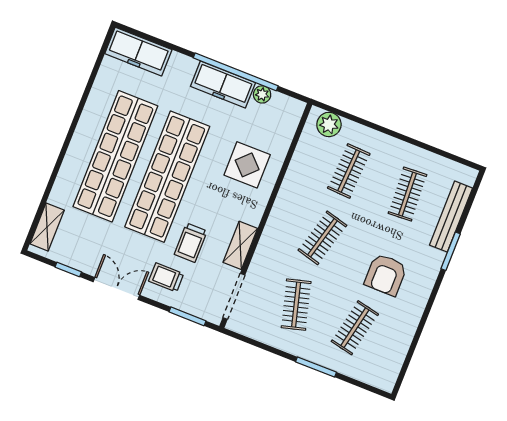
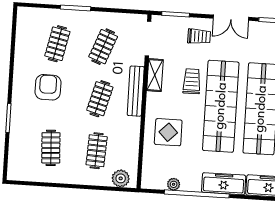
freezer: (223, 84) -> (224, 184), moved
bench: (451, 217) -> (136, 91), moved
trolley: (191, 243) -> (192, 81), moved
clothes rail: (296, 305) -> (103, 47), turned 36

